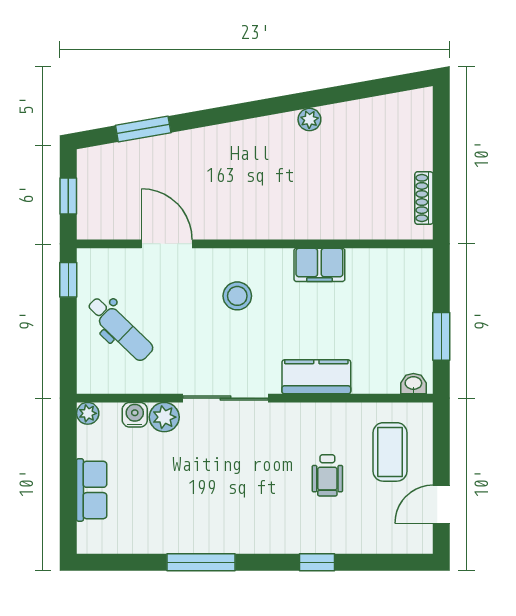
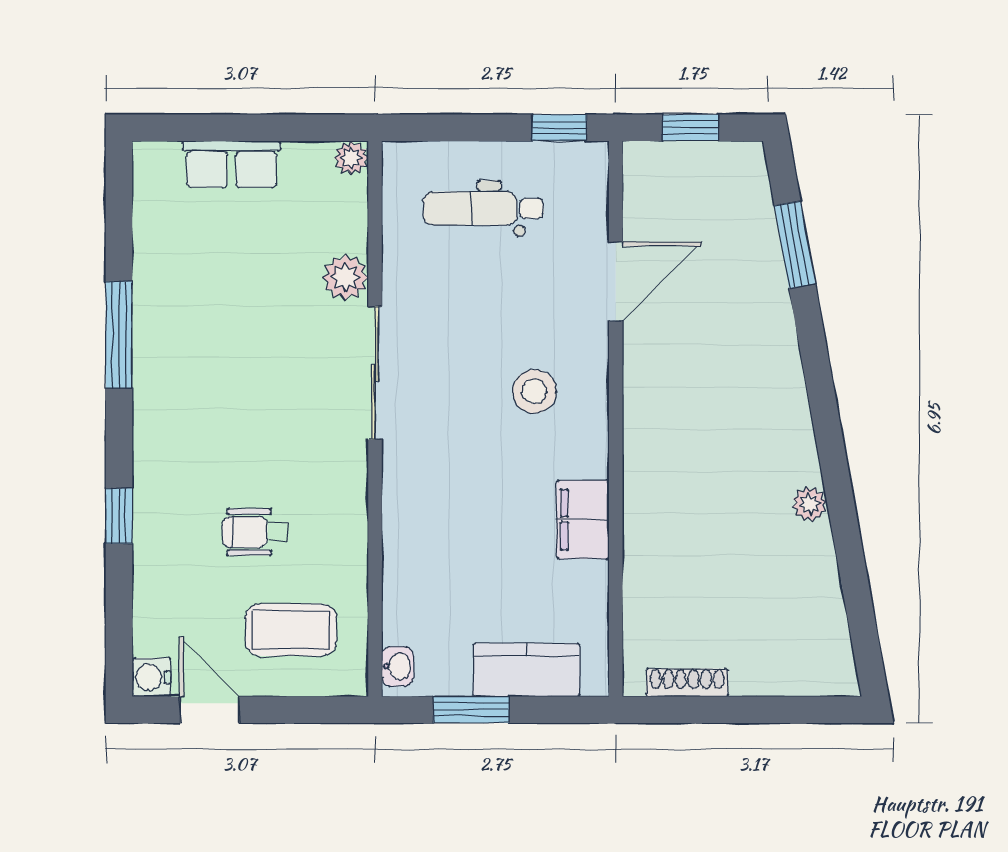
dental chair: (120, 329) -> (483, 208), turned 46
kitchen counter: (316, 377) -> (526, 670), moved, turned -90
water cooler: (135, 415) -> (151, 677), moved, turned 180

